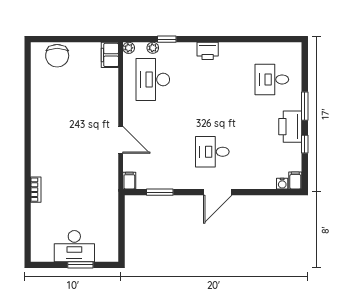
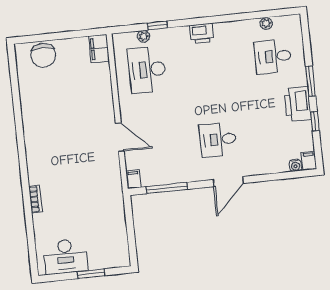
plant: (129, 48) -> (266, 23), moved
window: (160, 192) -> (167, 188), width x1.44
desk: (74, 246) -> (66, 256), moved

